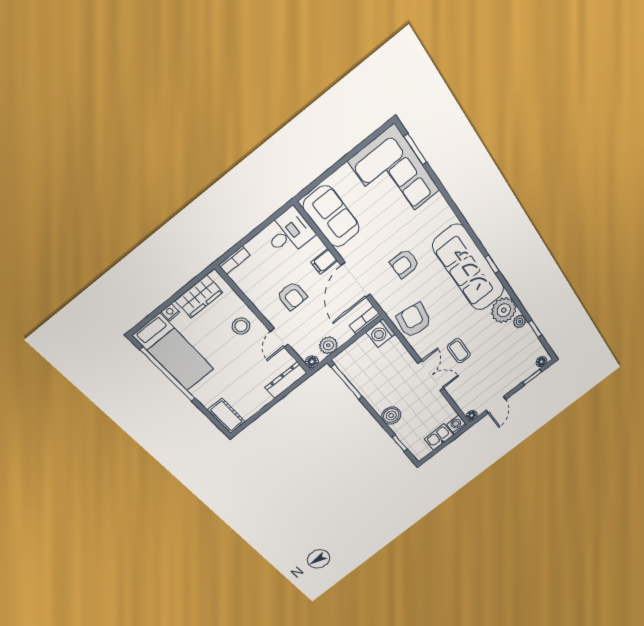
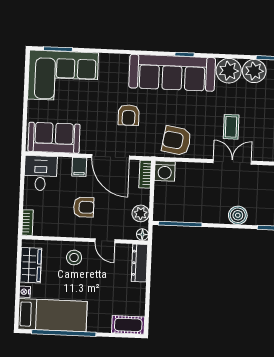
plant: (520, 322) -> (254, 71), width x1.87, depth x1.87
coffee table: (459, 351) -> (231, 127), turned 90

